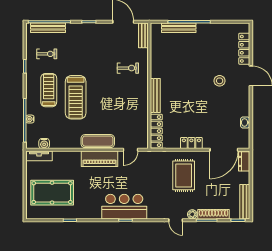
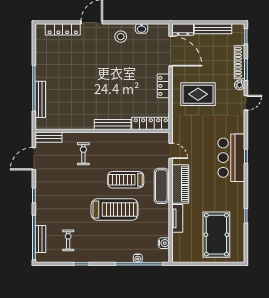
bench: (48, 28) -> (40, 239), width x0.73
stool: (220, 81) -> (121, 37), moved
treadmill: (49, 90) -> (126, 180), moved
tv unit: (39, 156) -> (177, 218), moved
bench: (245, 202) -> (213, 29), moved

